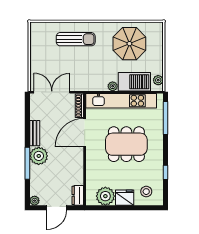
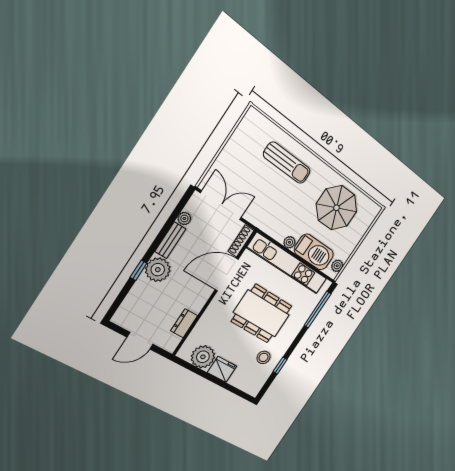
window: (27, 163) -> (138, 270), width x0.46
stool: (146, 192) -> (263, 357), moved
dresser: (78, 195) -> (184, 323), moved
plant: (35, 201) -> (184, 218), moved

